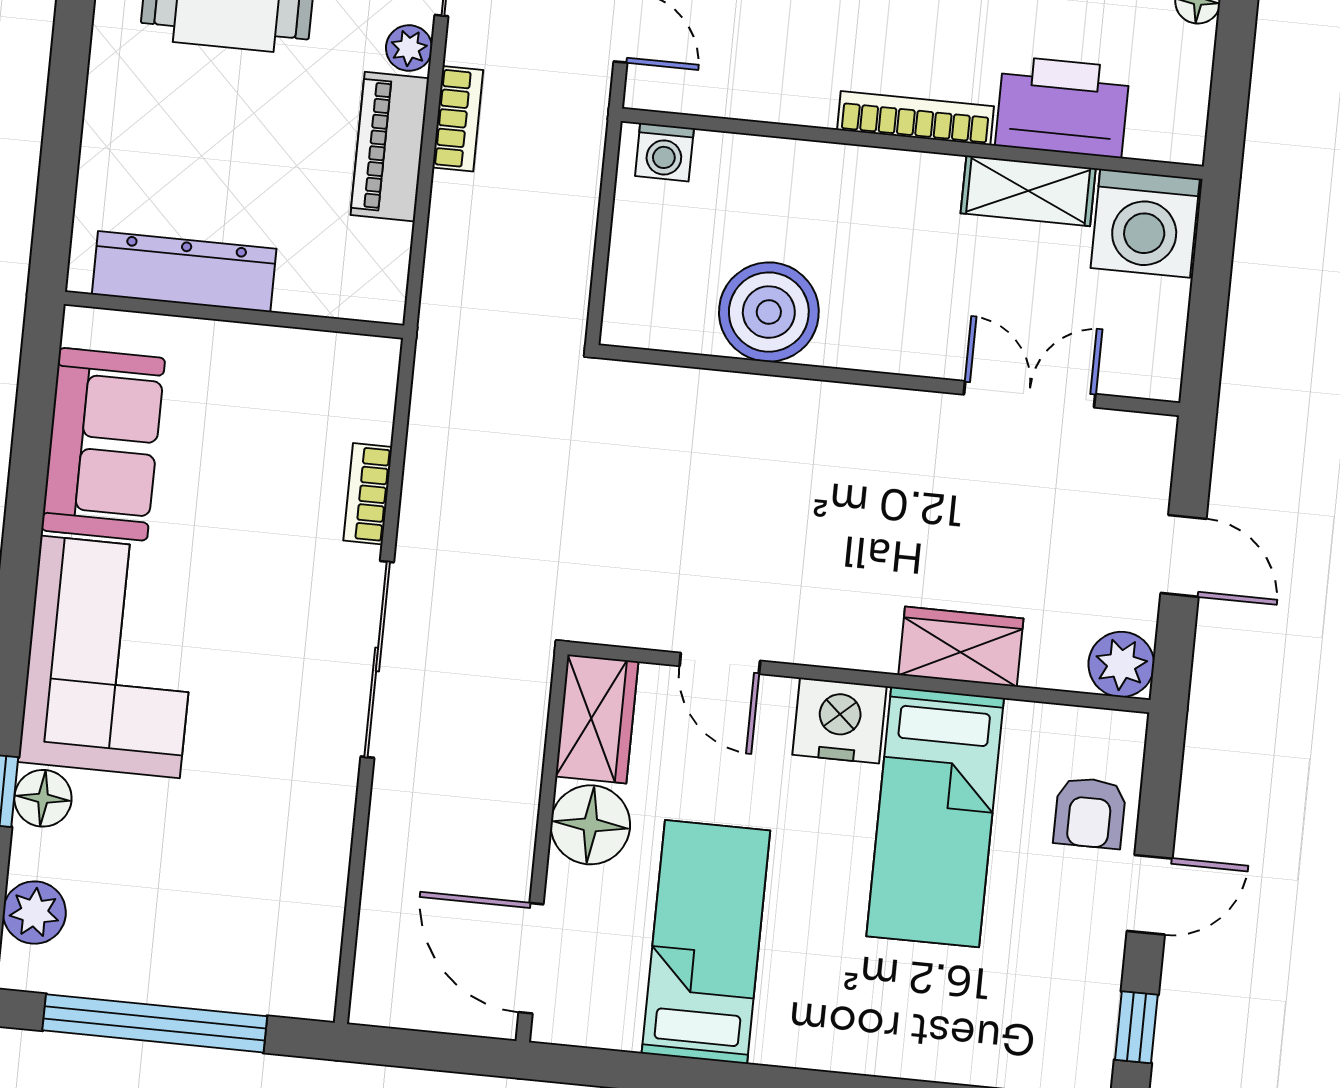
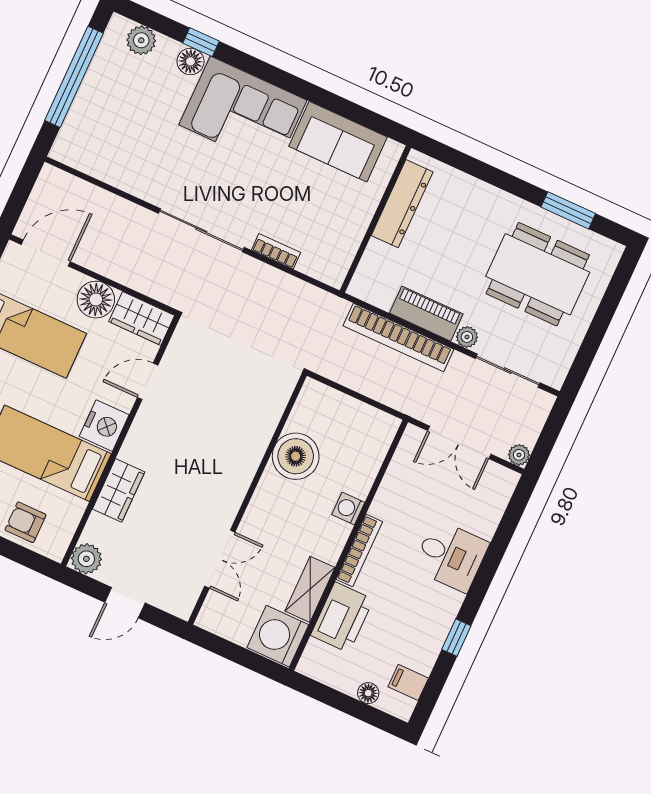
bookcase: (458, 119) -> (398, 338), width x2.31, depth x1.31
washing machine: (664, 152) -> (348, 508), moved

